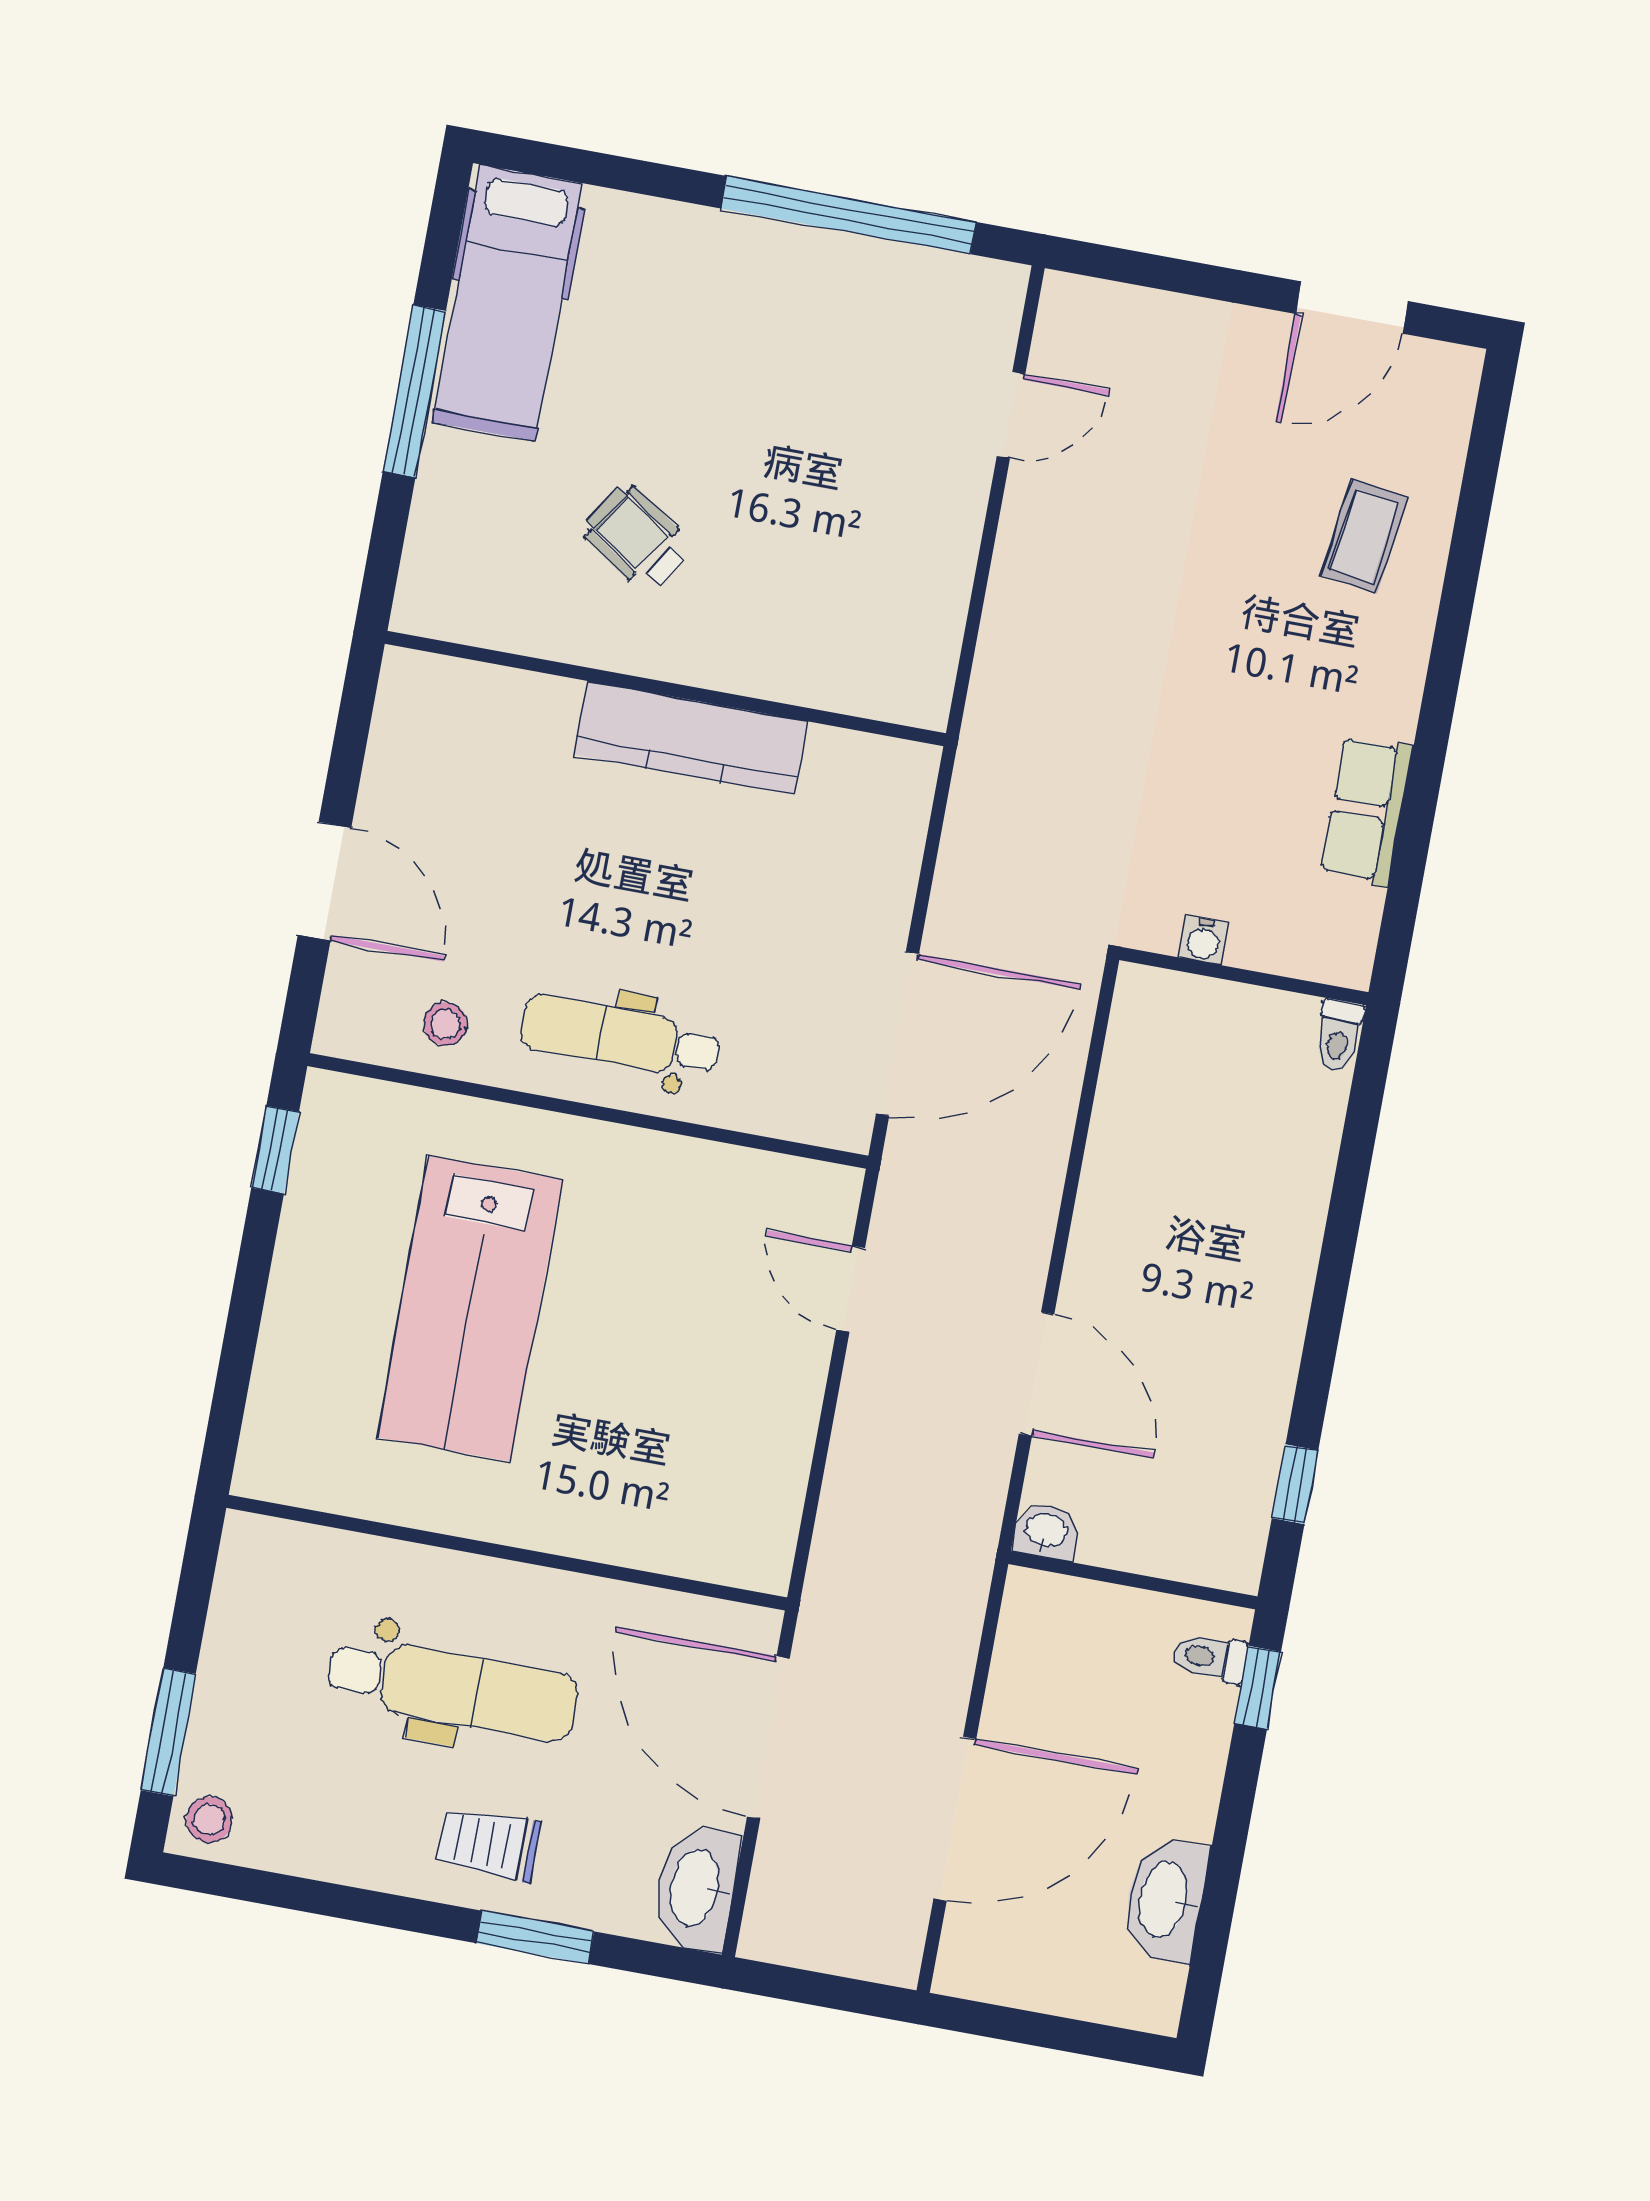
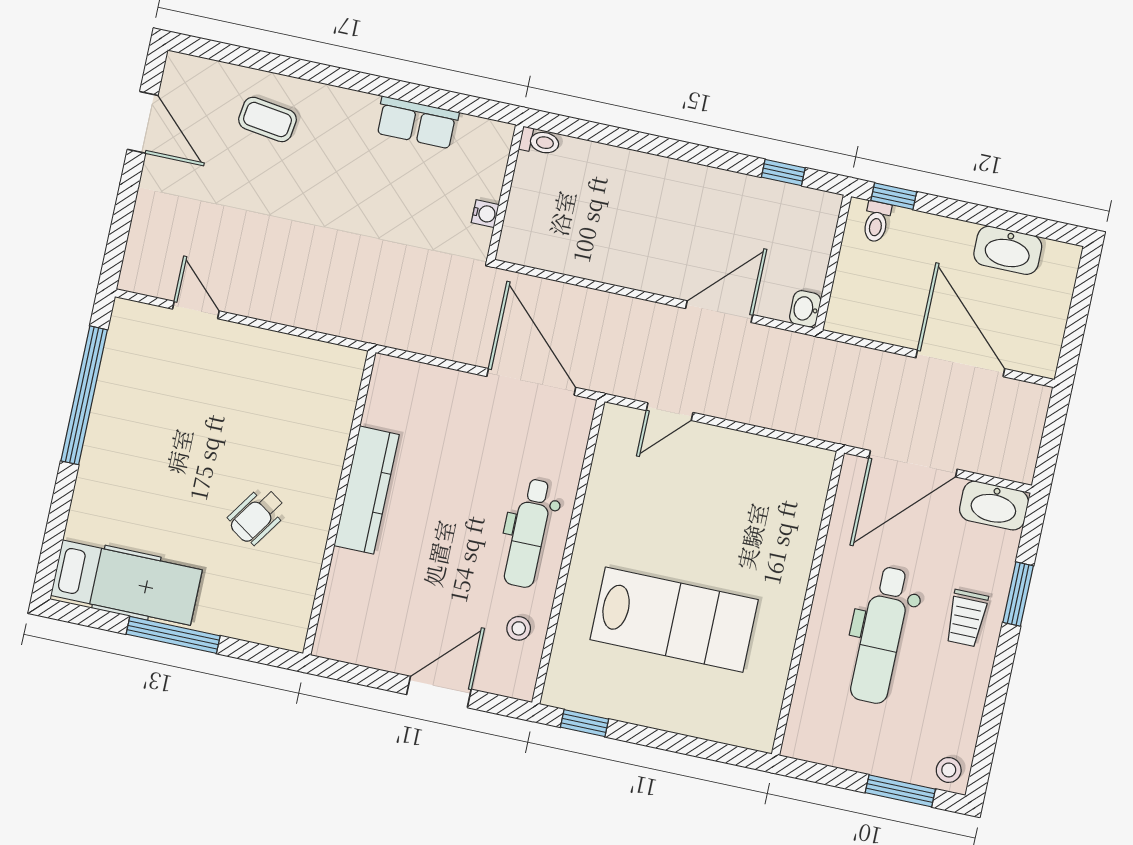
dental chair: (453, 1688) -> (881, 635), turned 180

